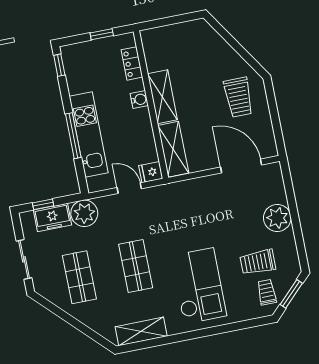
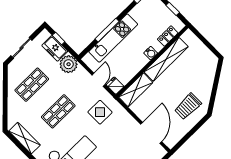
shelving: (162, 97) -> (166, 59), width x1.47
display table: (172, 214) -> (100, 112), added

